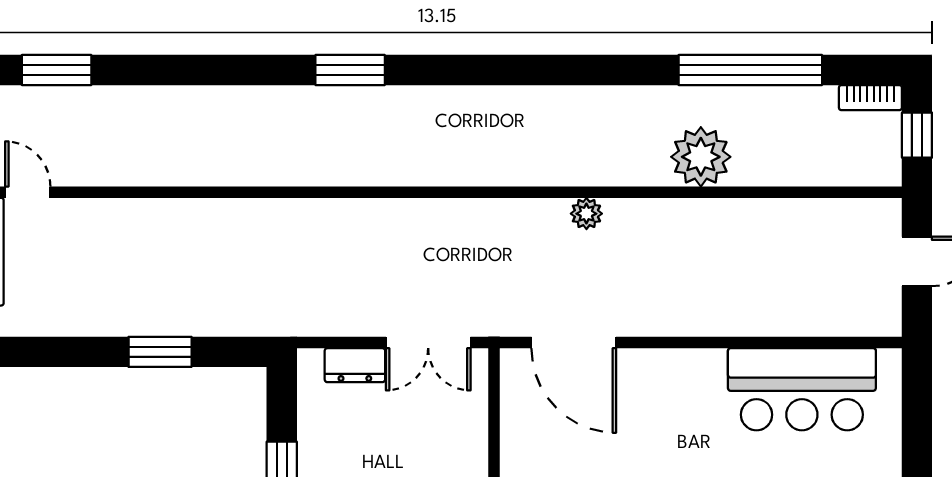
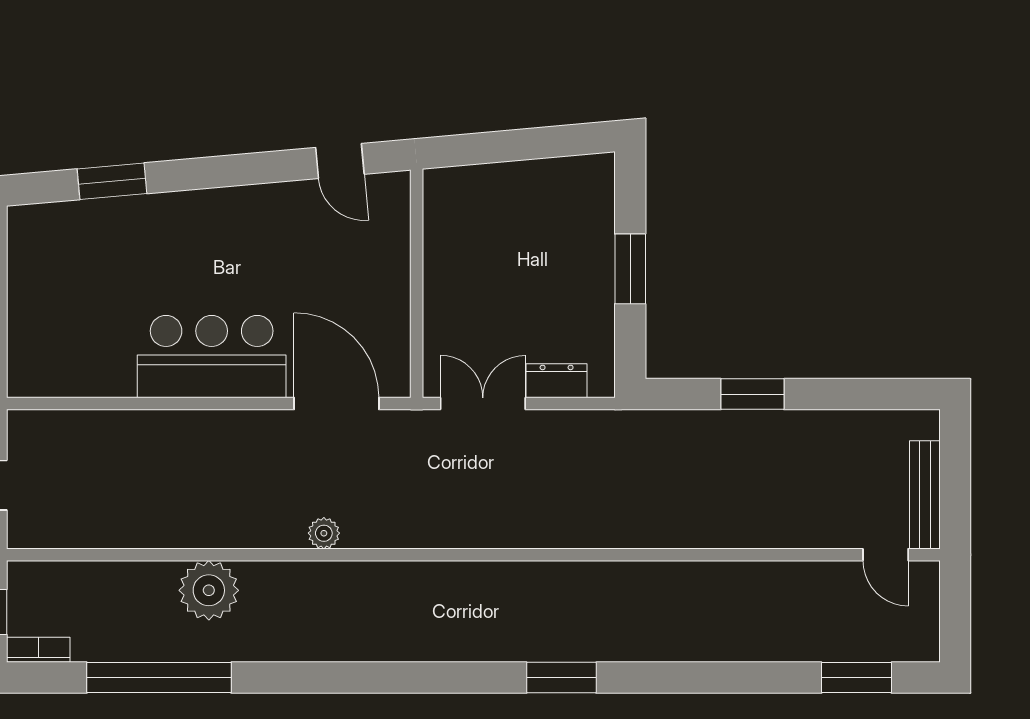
bar counter: (802, 389) -> (212, 357), moved

